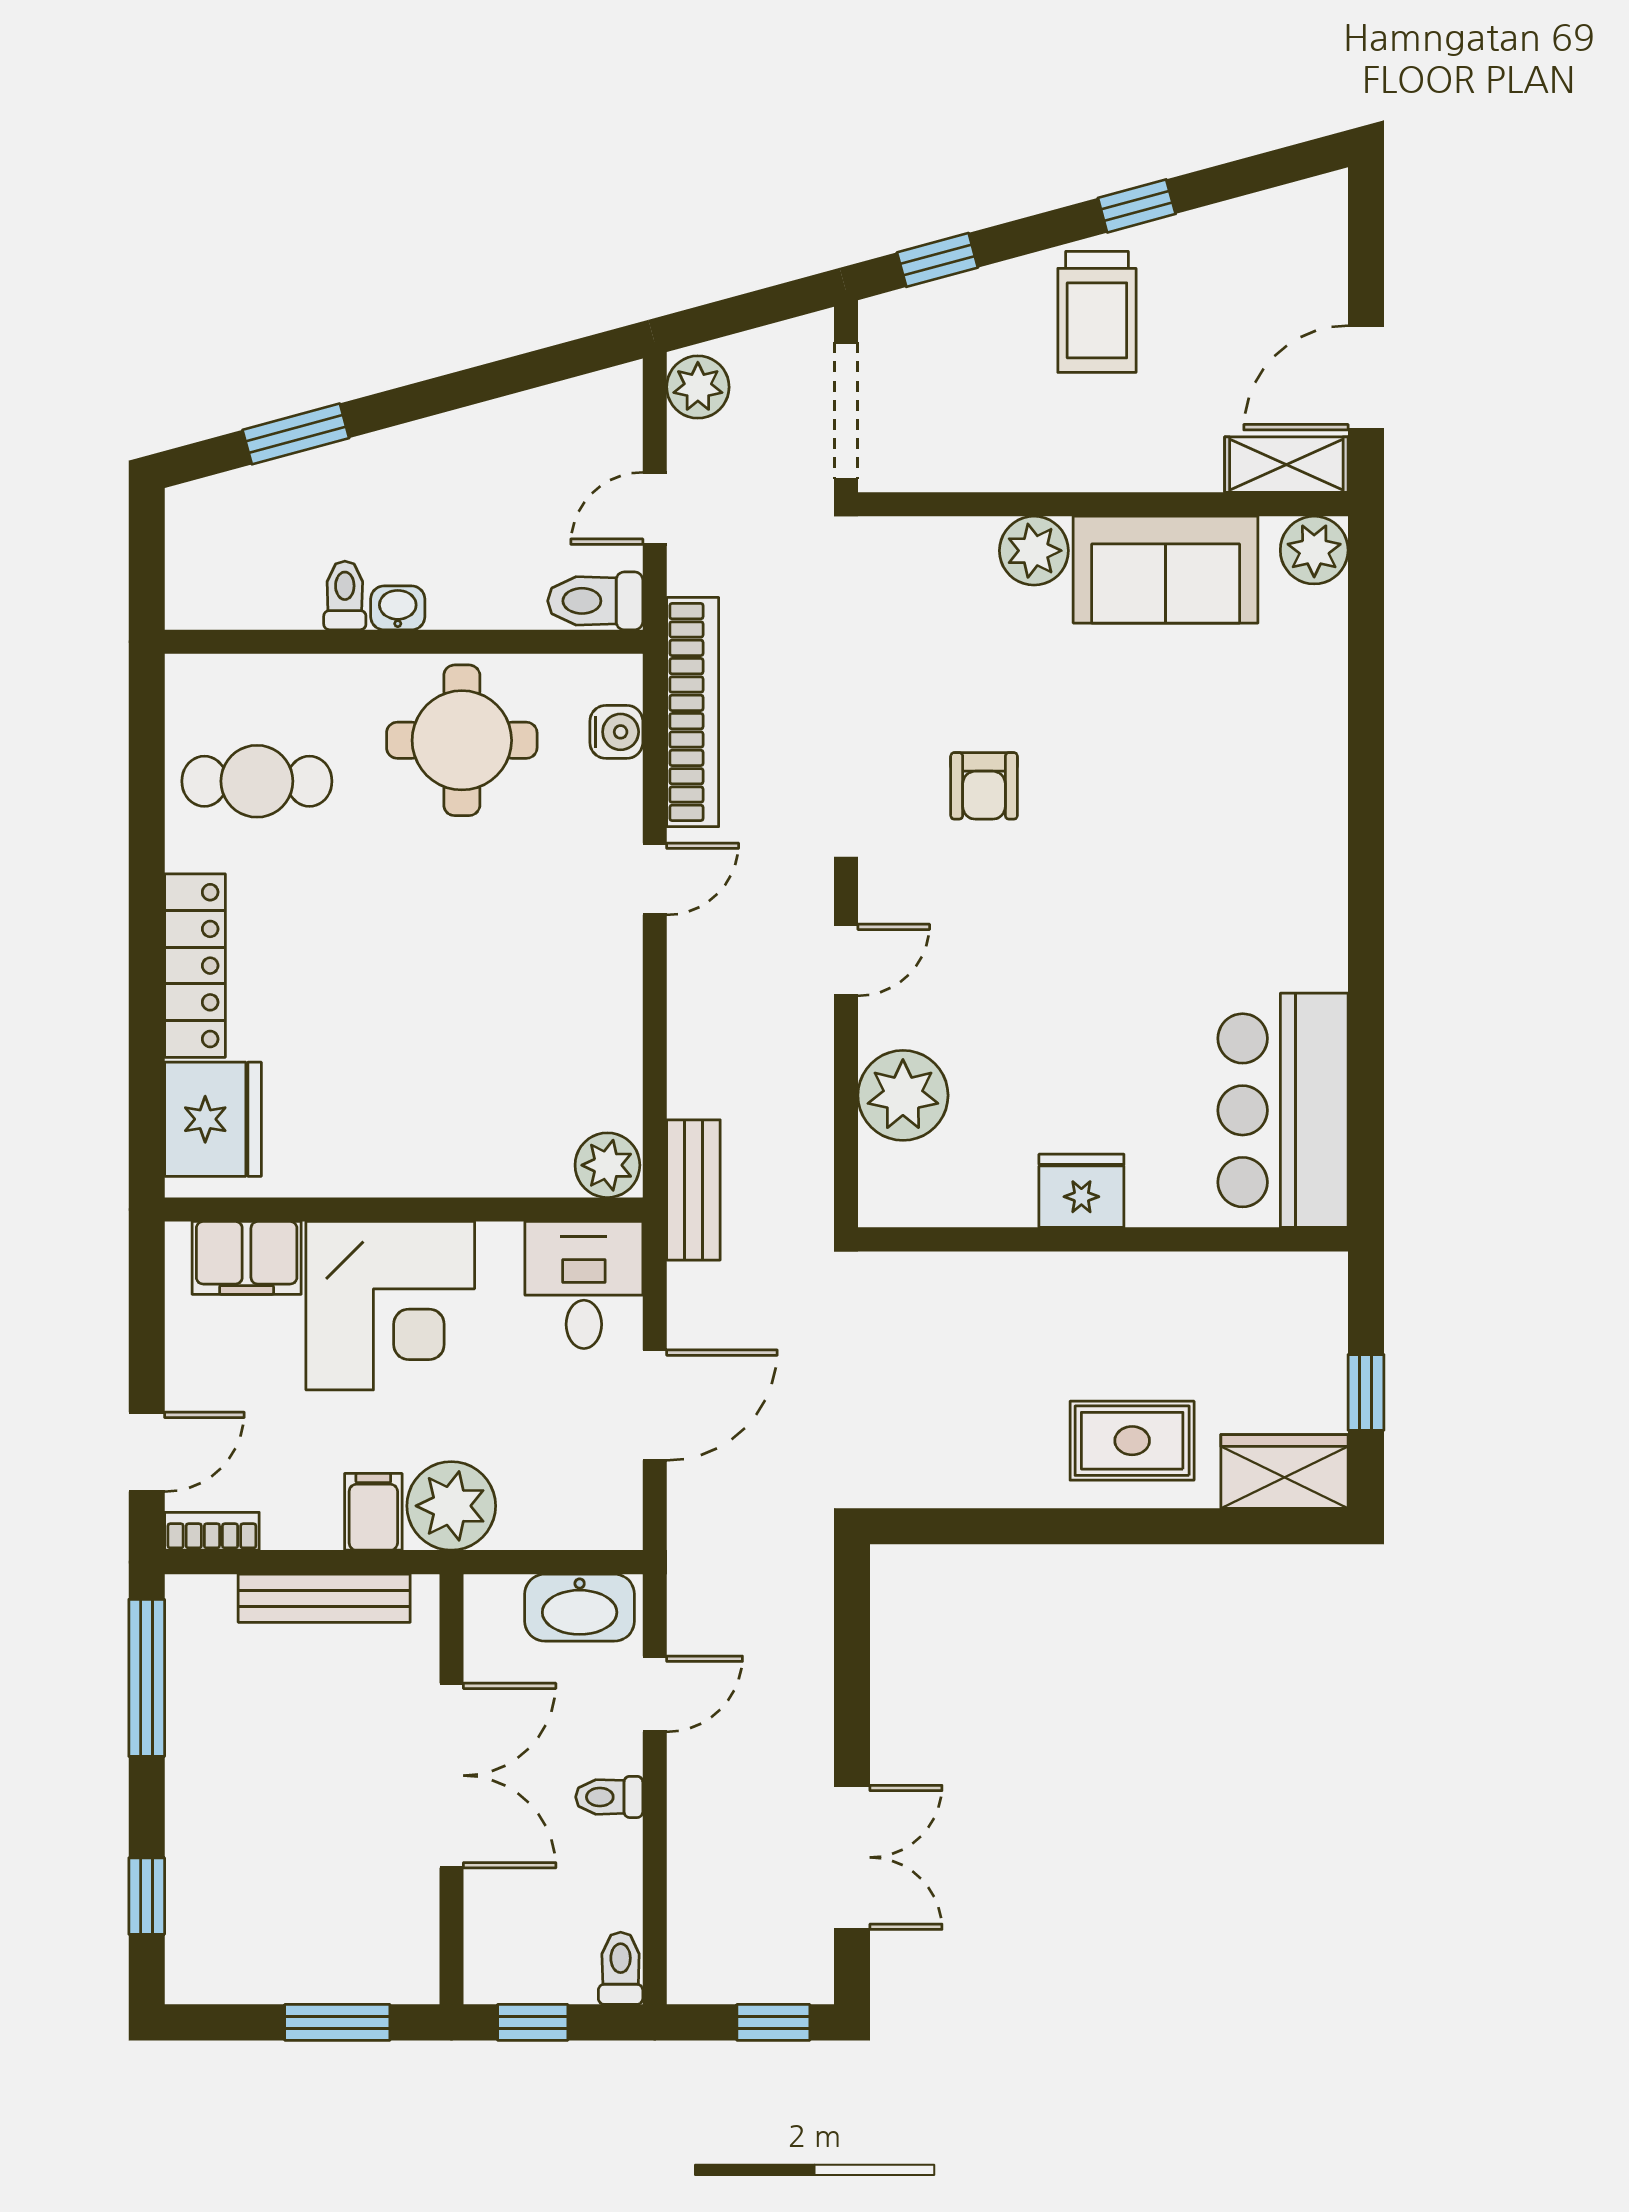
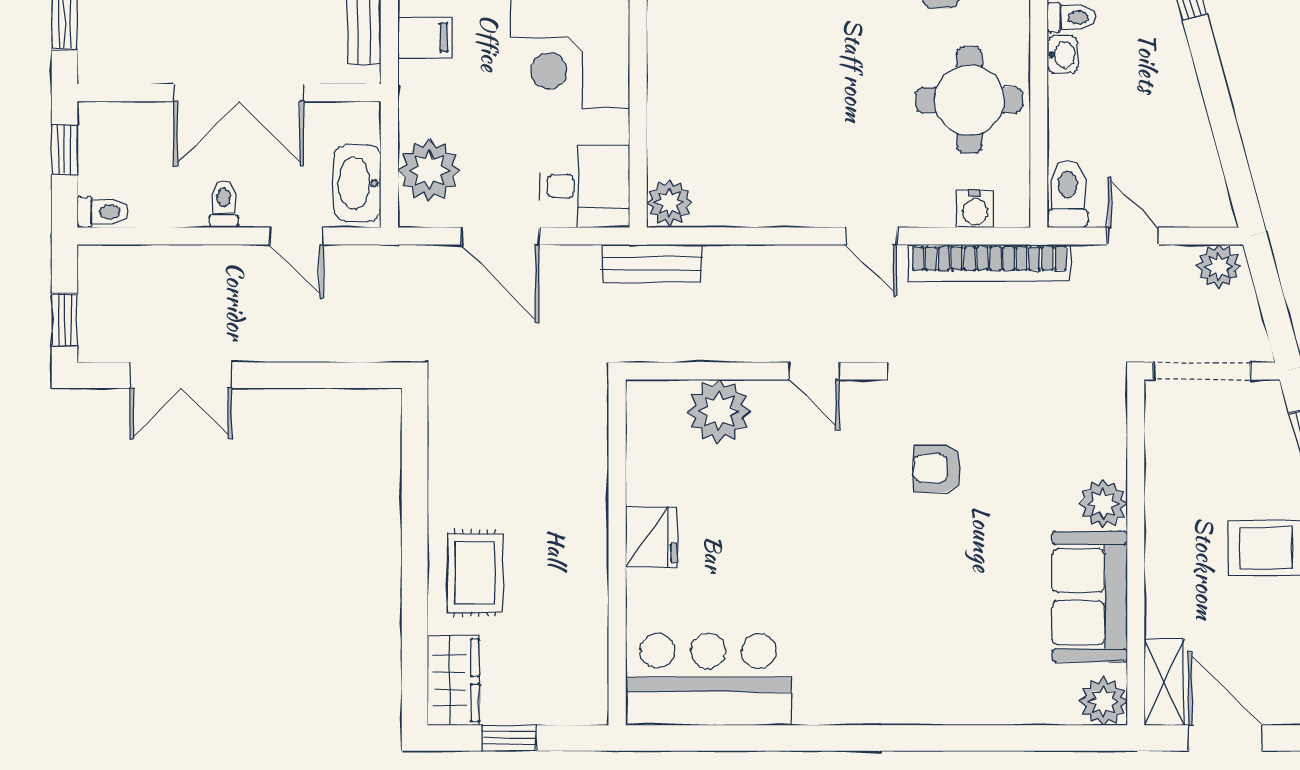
plant: (451, 1506) -> (429, 170), moved

